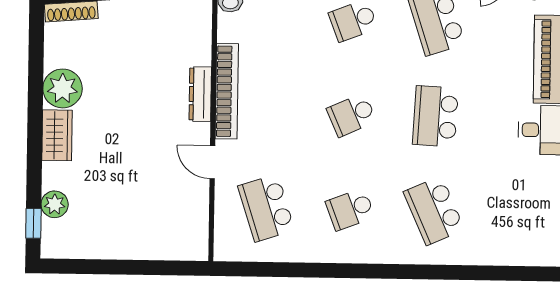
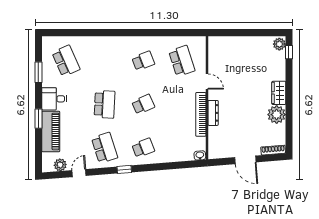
plant: (55, 204) -> (279, 44), moved
school desk: (434, 211) -> (66, 61), moved

